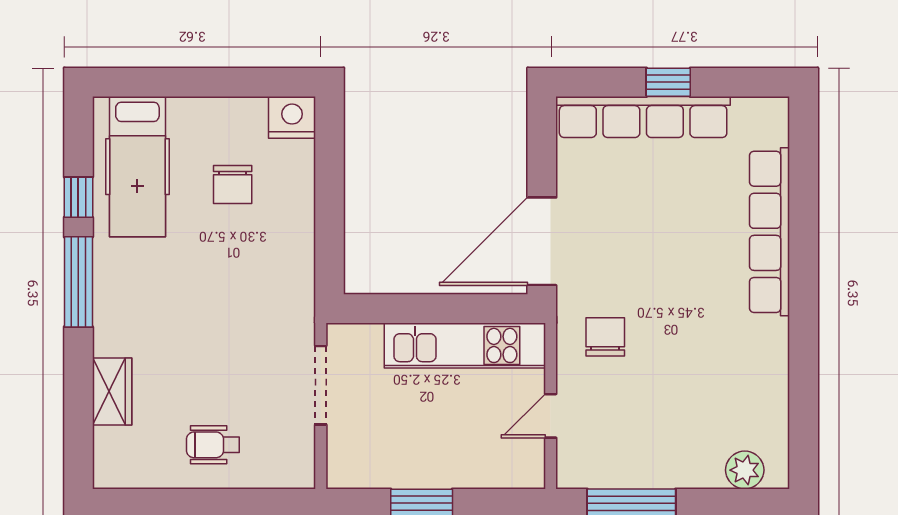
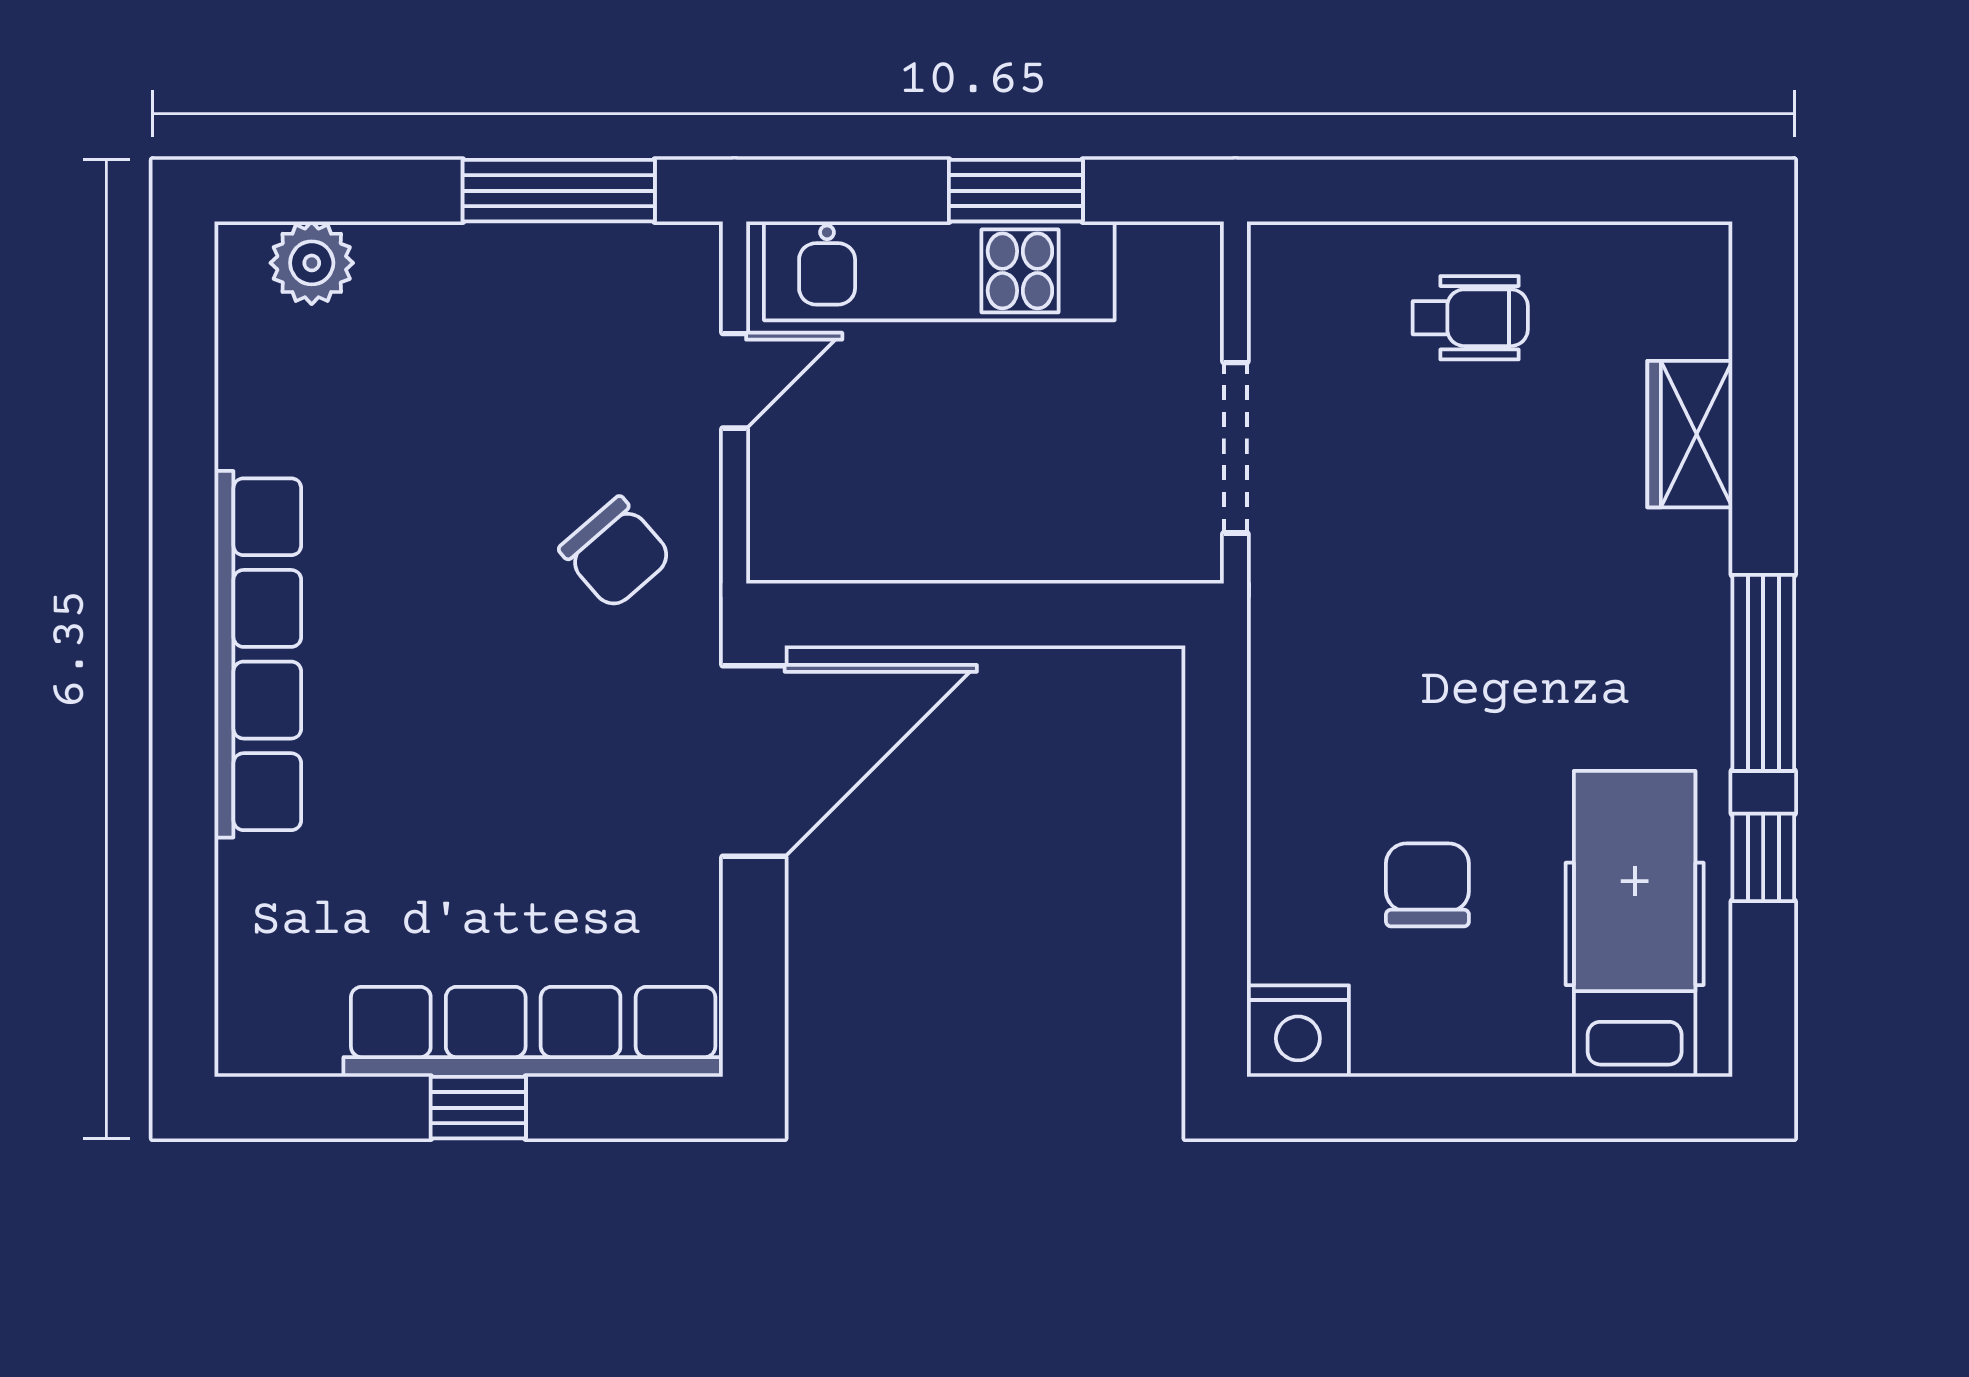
row of seats: (770, 232) -> (258, 654), moved
chair: (605, 337) -> (616, 553), turned -41
kitchen unit: (465, 345) -> (939, 271), moved, turned 180

